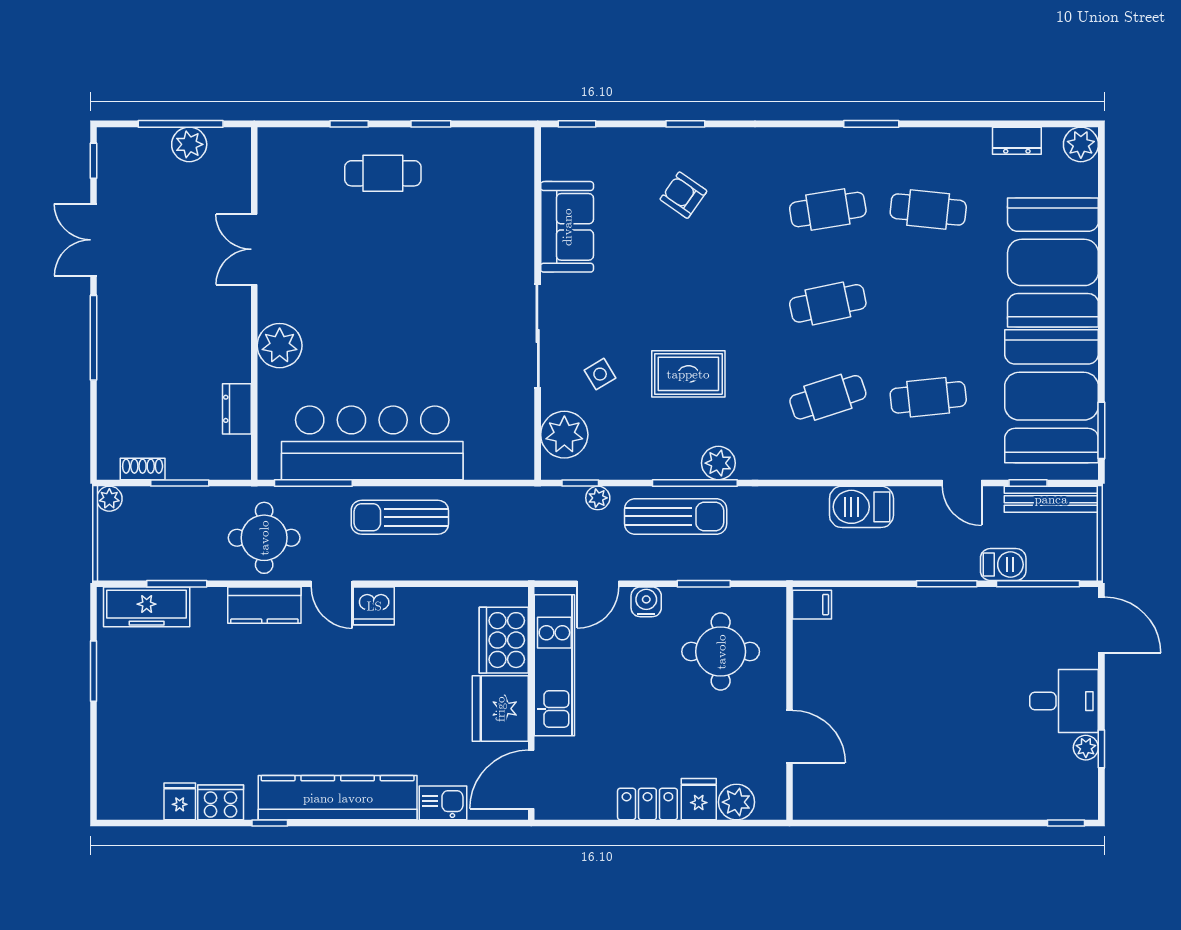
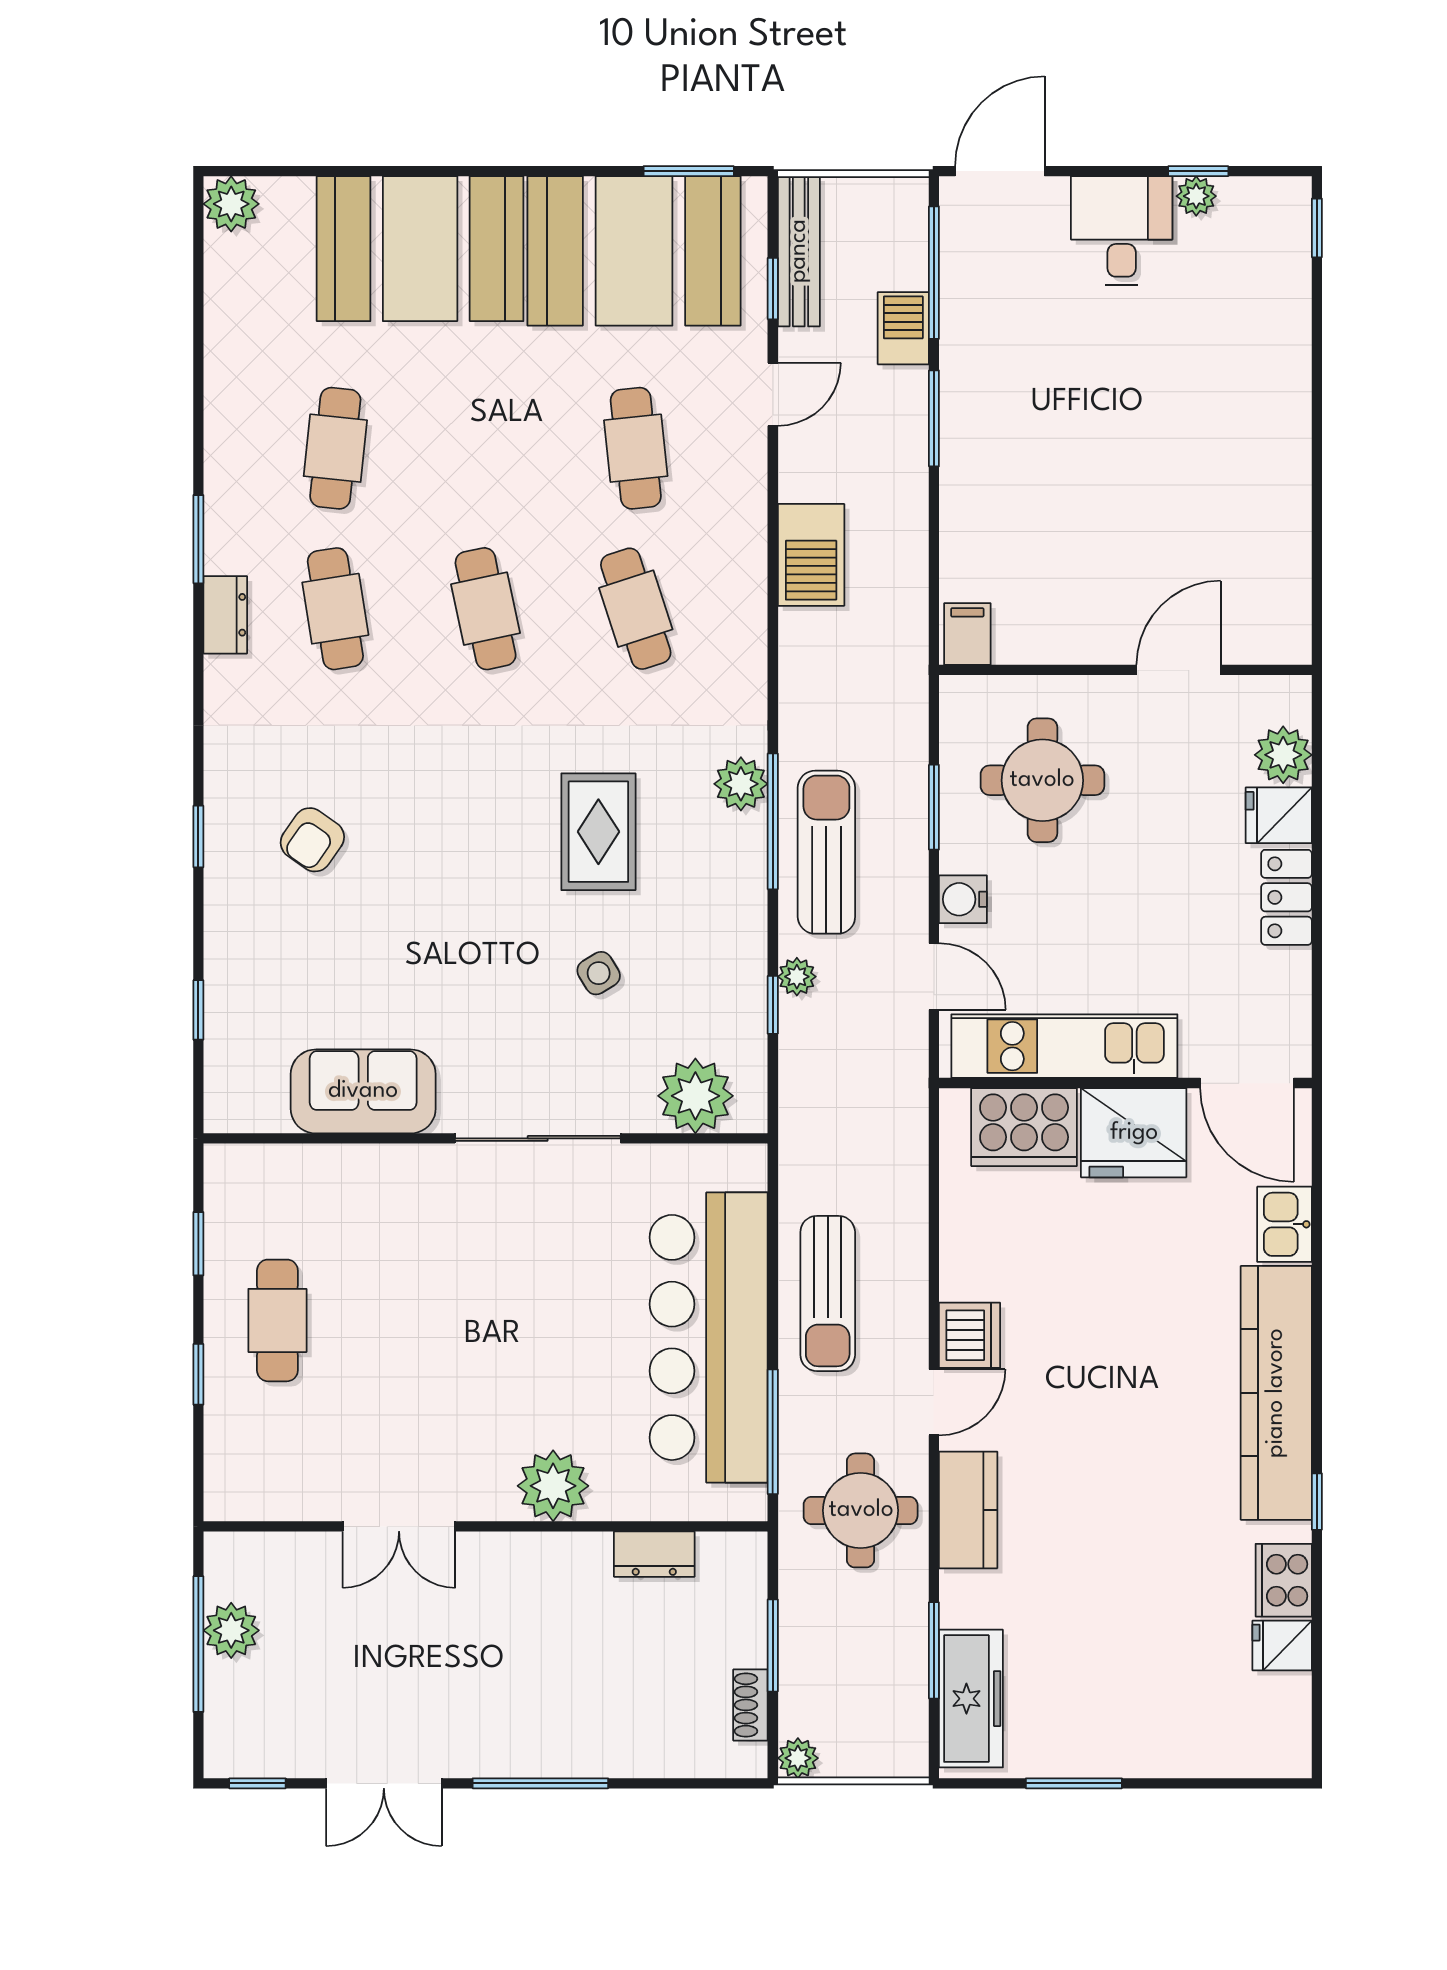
dresser: (1017, 141) -> (225, 615), moved
sofa: (567, 227) -> (363, 1091), moved
wall: (538, 303) -> (486, 1138), moved
sliding door: (538, 336) -> (538, 1138), moved
plant: (564, 435) -> (695, 1096), moved

